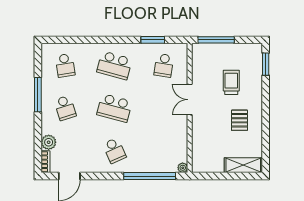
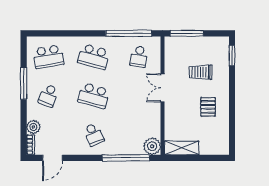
window: (153, 40) -> (129, 33), width x2.11
school desk: (65, 65) -> (49, 57), width x1.85
trolley: (231, 82) -> (201, 72), turned -90
school desk: (65, 108) -> (49, 96), turned 39
shelving: (243, 165) -> (182, 148), moved
plant: (183, 168) -> (152, 146), width x1.88, depth x1.88

